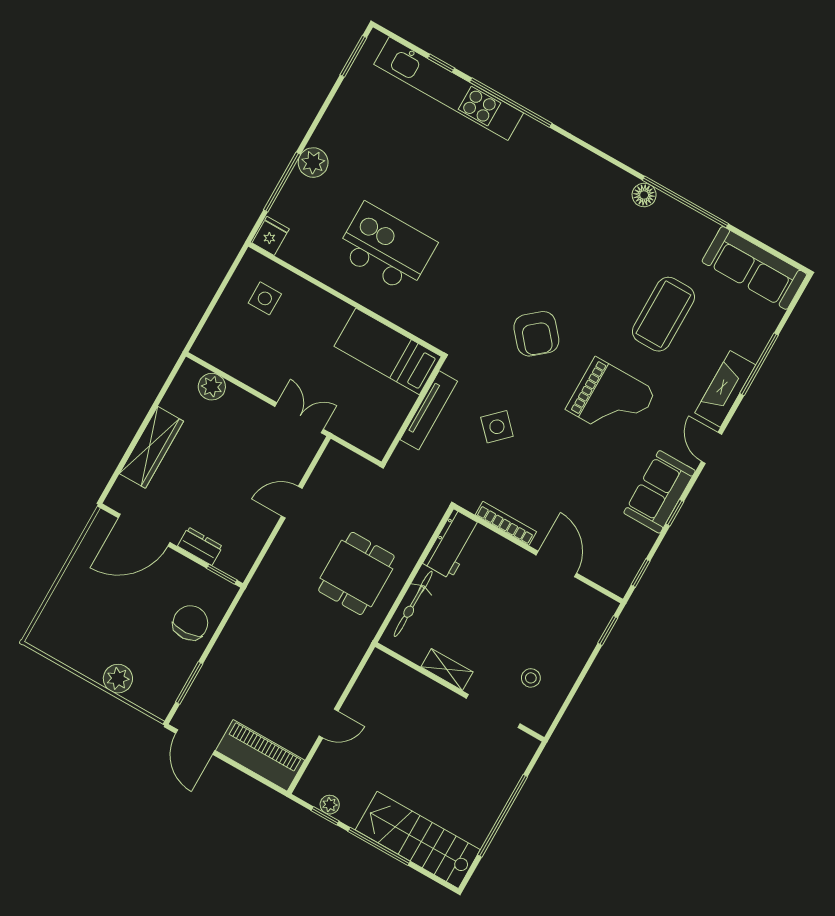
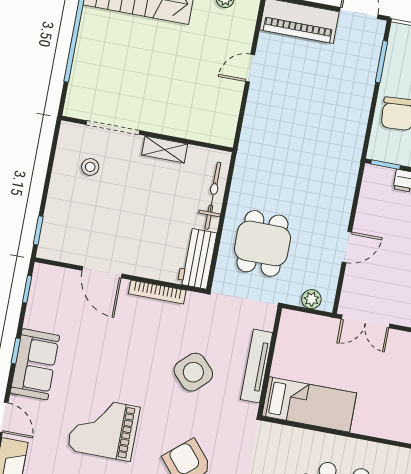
side table: (497, 427) -> (193, 372), width x1.37, depth x1.37
plant: (348, 460) -> (311, 299), added
dining table: (356, 573) -> (262, 243), moved

